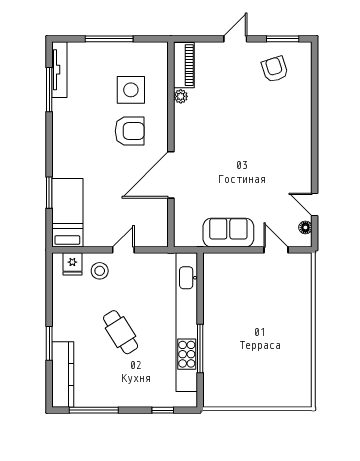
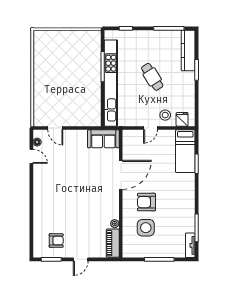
armchair: (275, 69) -> (56, 241), turned -72
tv unit: (59, 70) -> (190, 245), width x0.71
sofa: (228, 233) -> (103, 139), moved

